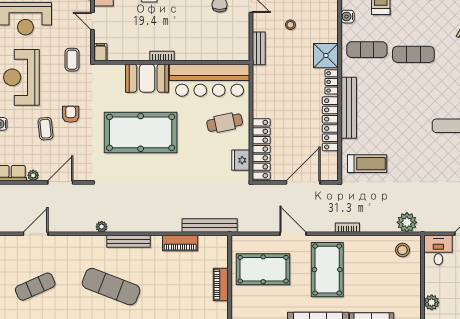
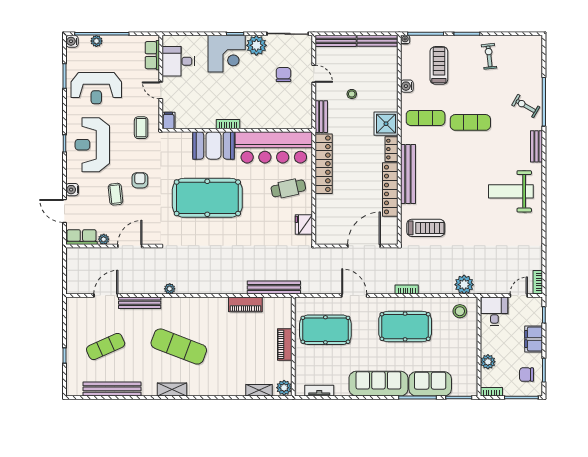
locker: (261, 149) -> (324, 164), moved
bench: (128, 241) -> (140, 303), moved
pool table: (327, 270) -> (405, 327), moved, turned 90

